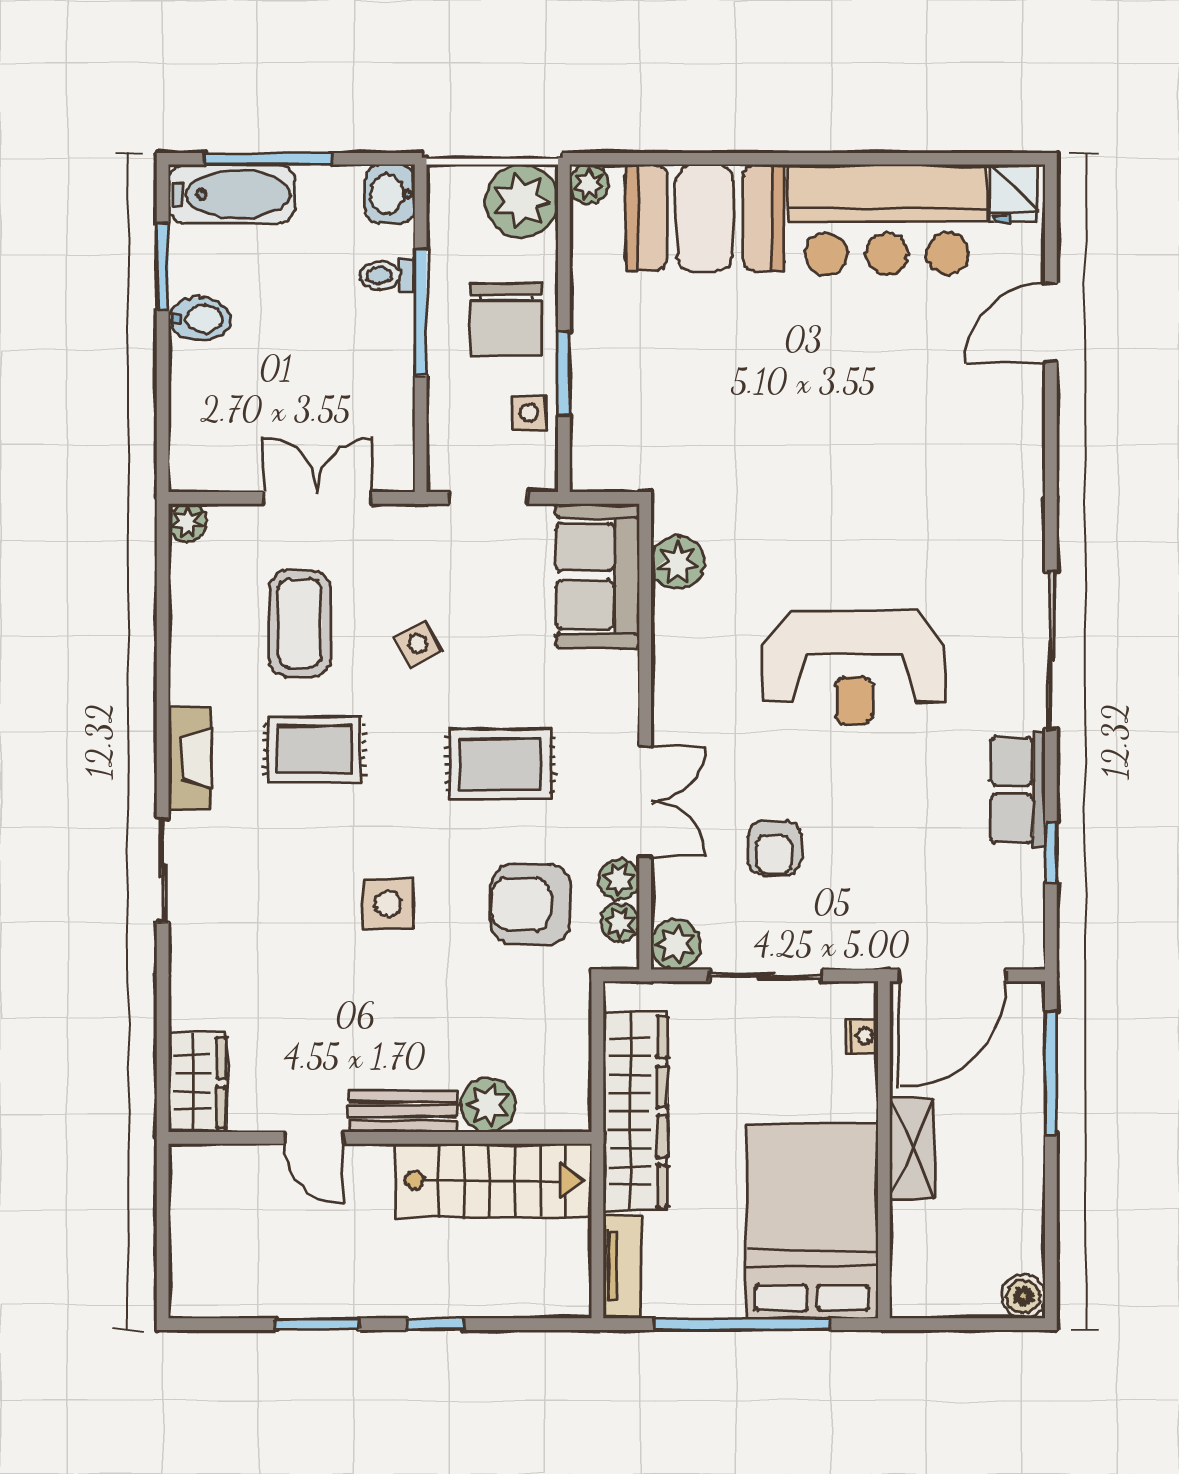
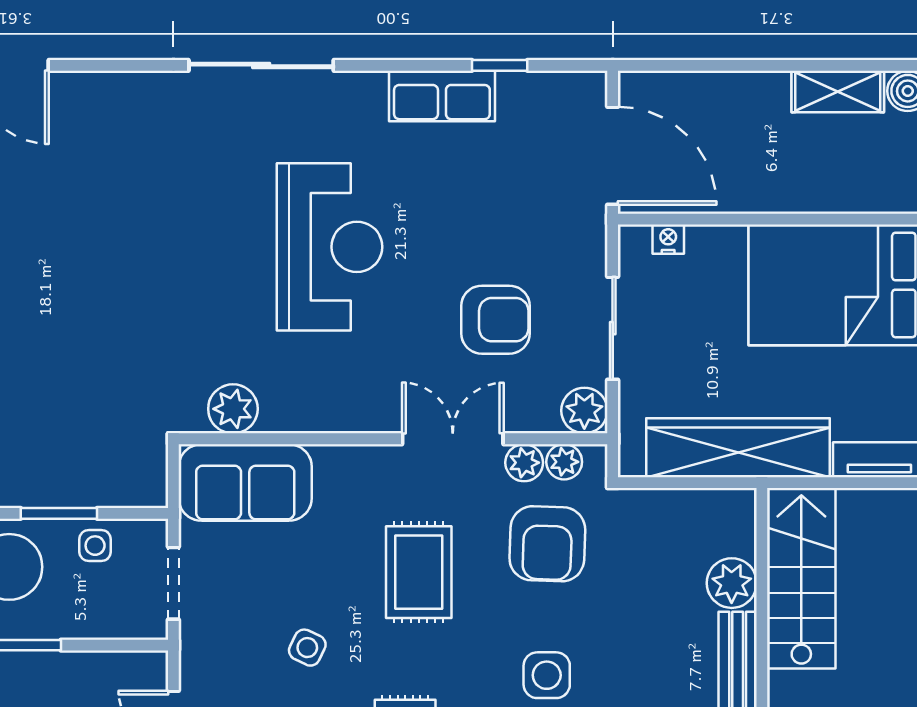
side table: (418, 643) -> (307, 648), turned -36
sliding door: (1051, 650) -> (261, 65), moved
armchair: (775, 848) -> (496, 320), width x1.38, depth x1.38
window: (1051, 1073) -> (703, 65), removed
shelving: (912, 1148) -> (838, 92), moved

